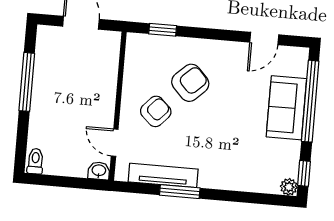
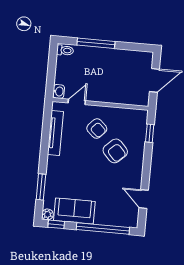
window: (27, 82) -> (96, 43), moved
sofa: (286, 108) -> (74, 211), moved
window: (180, 192) -> (41, 187), moved

